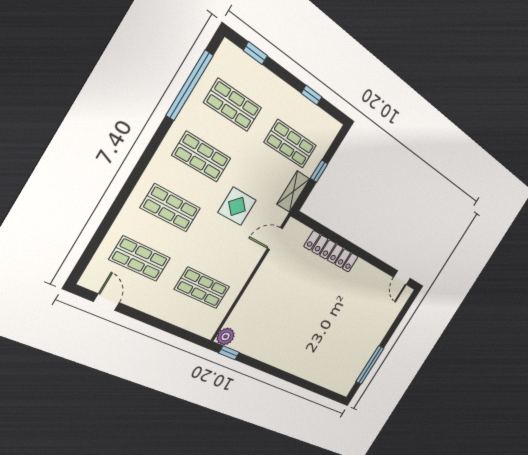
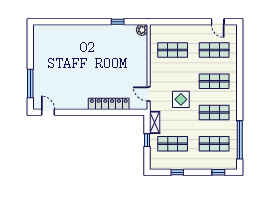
door: (275, 239) -> (149, 94), swing flipped
window: (229, 353) -> (118, 22), moved
window: (370, 365) -> (30, 84), moved

